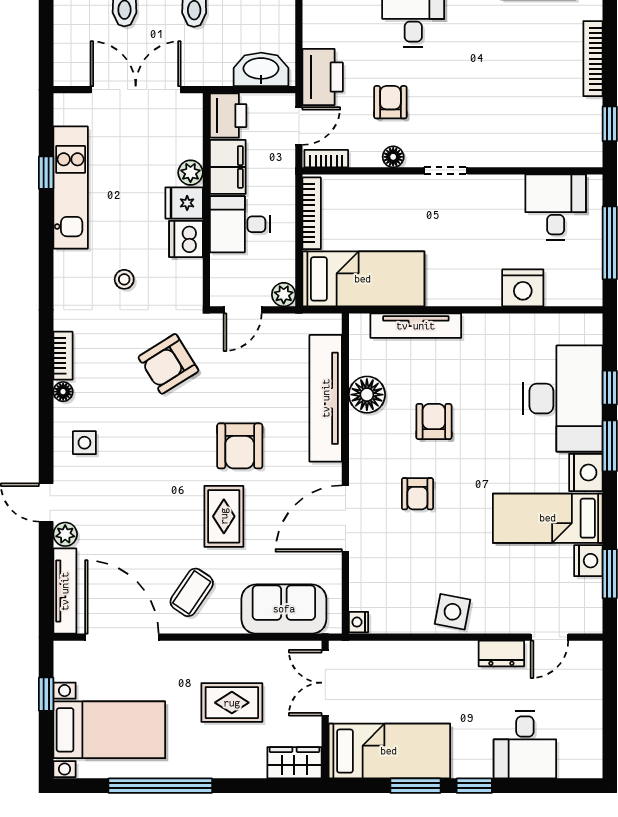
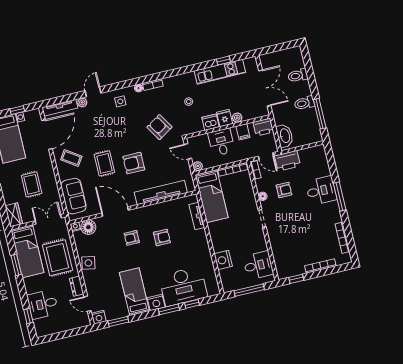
filing cabinet: (228, 167) -> (243, 132), width x0.50
tv unit: (416, 326) -> (197, 216), width x0.71
floor lamp: (367, 395) -> (88, 227), moved
rug: (224, 516) -> (104, 163), turned 90
nightstand: (588, 561) -> (99, 317), moved
rug: (422, 683) -> (57, 258), added
window: (474, 786) -> (28, 316), moved

